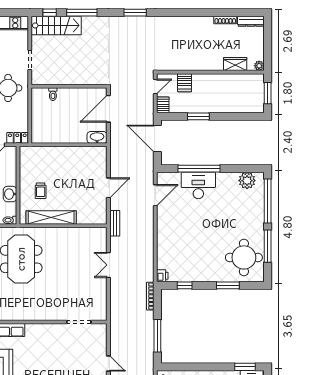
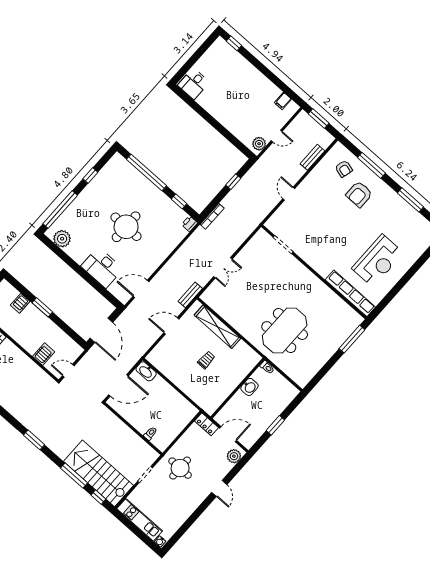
stairs: (56, 25) -> (98, 473), width x1.36, depth x1.51
server rack: (163, 105) -> (20, 303), moved
window: (198, 116) -> (42, 307), moved
window: (199, 169) -> (90, 280), removed
trolley: (41, 191) -> (206, 360), moved
shelving: (51, 218) -> (217, 327), moved
window: (268, 246) -> (90, 175), width x0.46
round table: (244, 257) -> (126, 227), moved
window: (228, 285) -> (147, 173), width x2.11
window: (157, 336) -> (233, 182), width x0.46
window: (245, 367) -> (188, 100), removed

